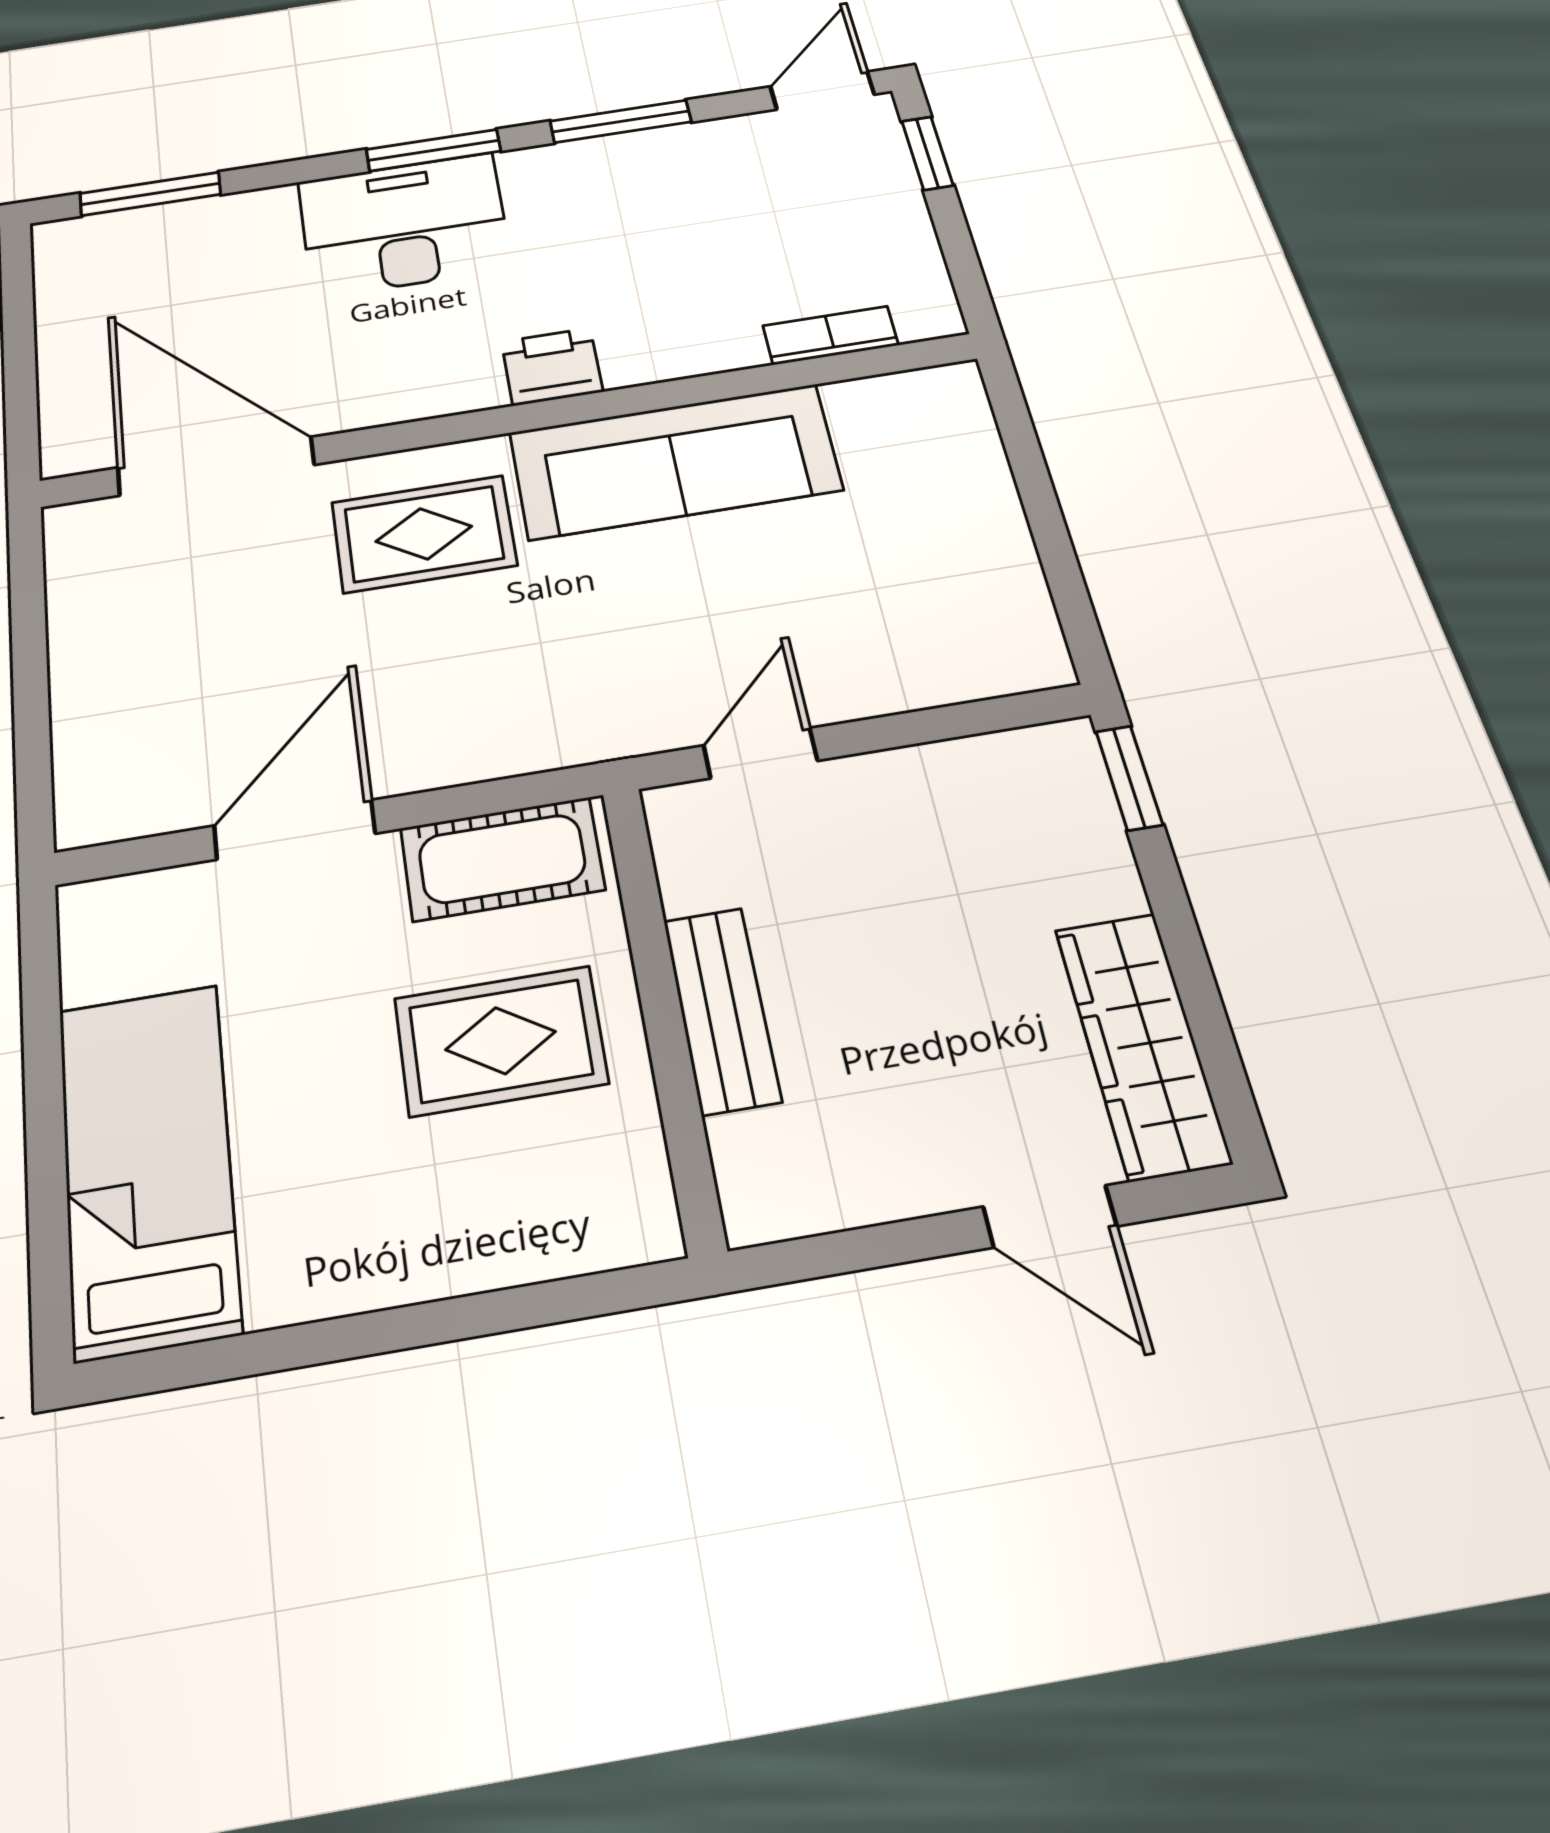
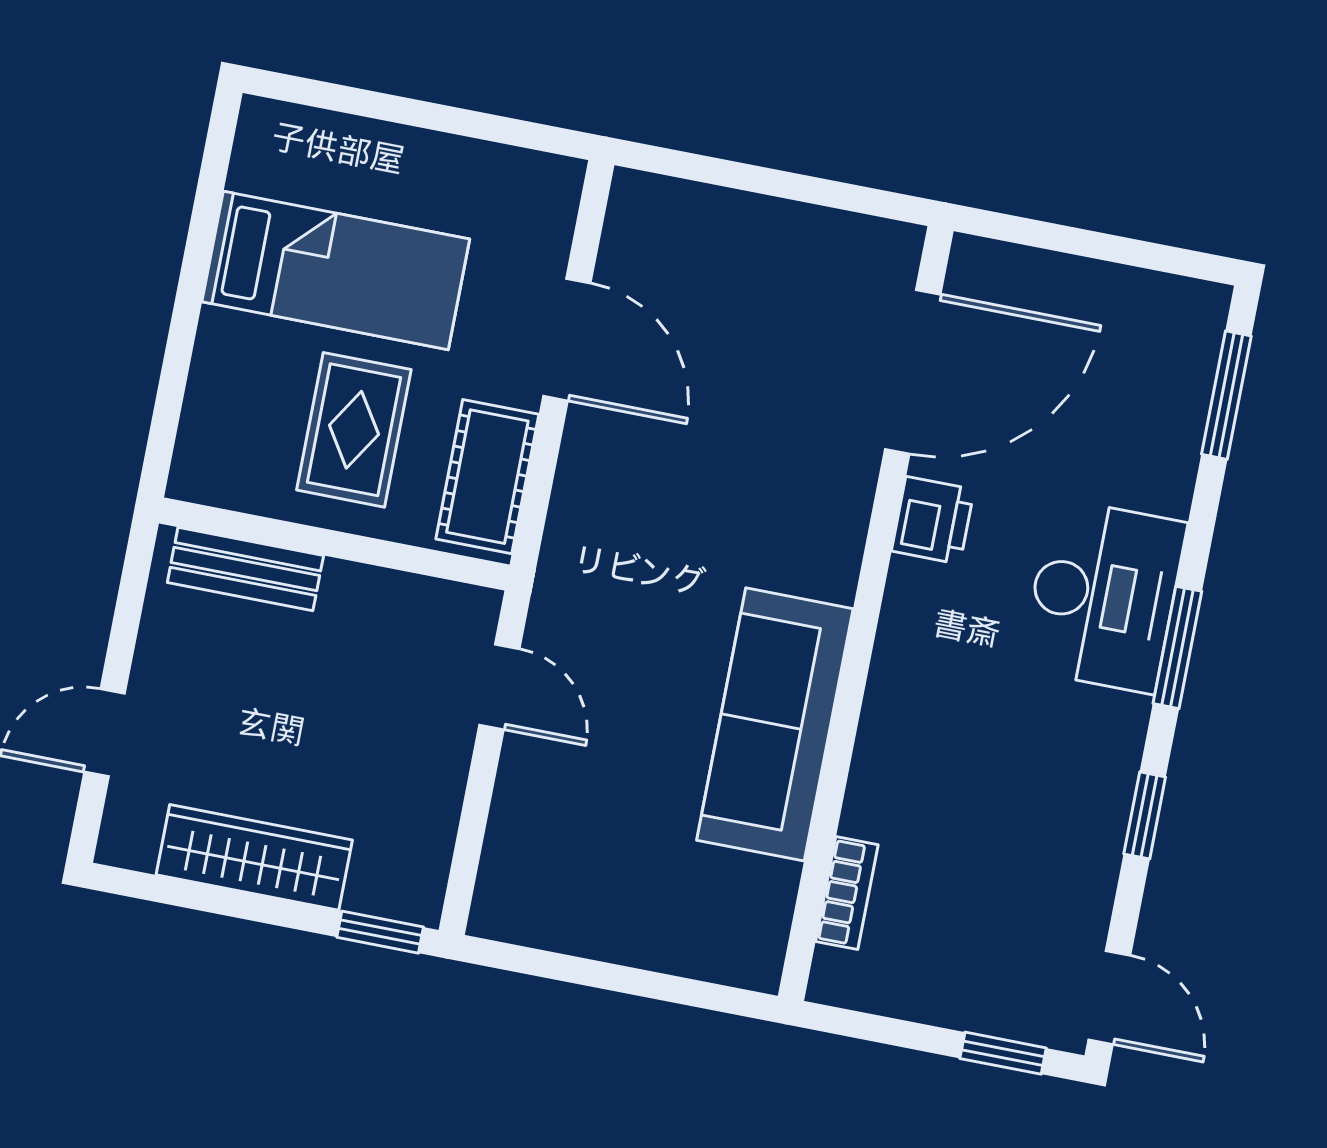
window: (621, 122) -> (1145, 815), width x0.67
printer: (552, 367) -> (933, 520), moved
rug: (424, 534) -> (784, 511), removed
bench: (722, 1010) -> (245, 569), moved
wardrobe: (1142, 1044) -> (254, 857), moved
bed: (148, 1167) -> (336, 270), moved

